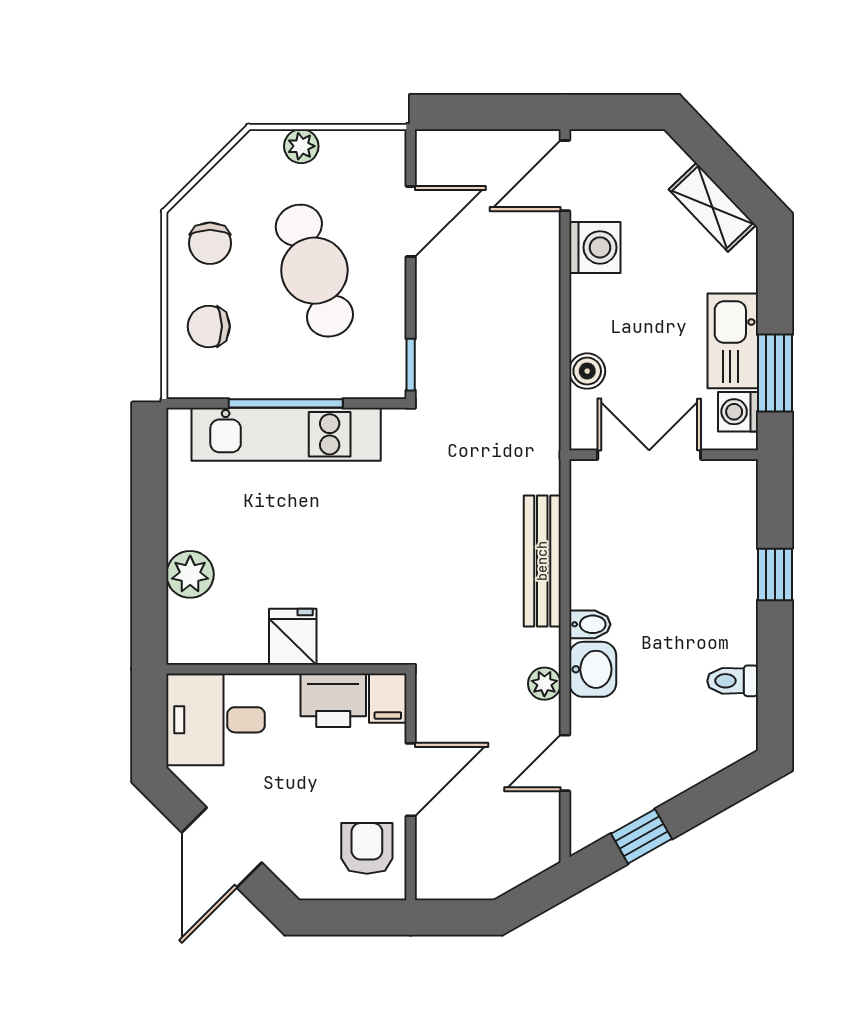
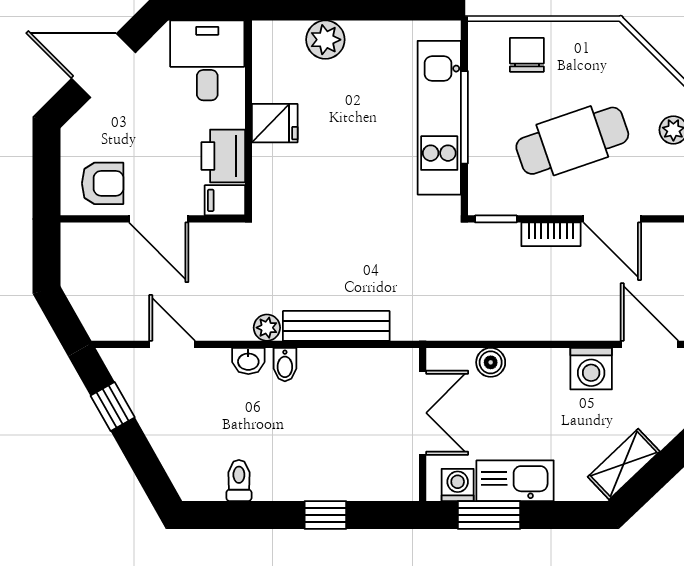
chair: (210, 243) -> (595, 56), removed
bookcase: (430, 297) -> (551, 234), added
washbasin: (593, 669) -> (248, 361), width x0.72, depth x0.69
plant: (544, 684) -> (267, 328), moved

